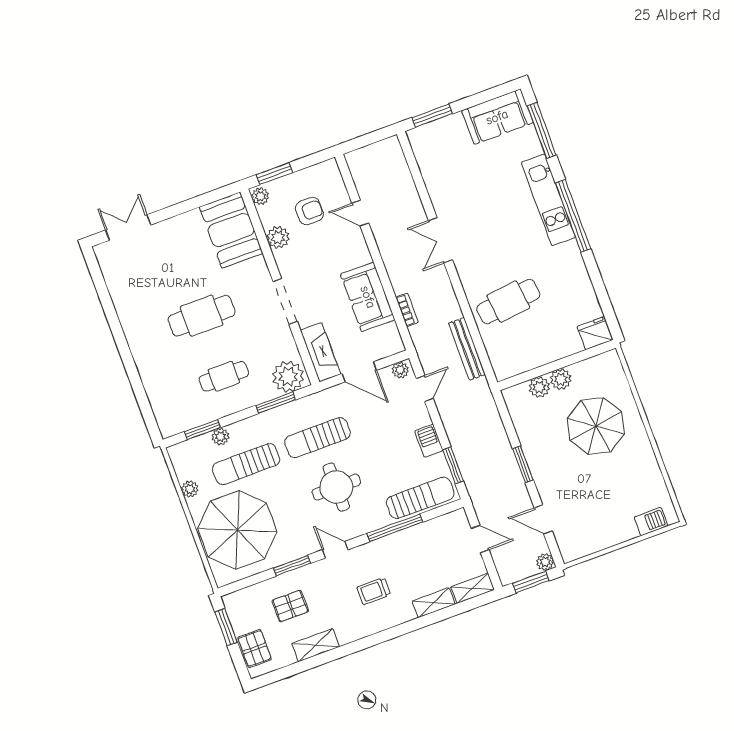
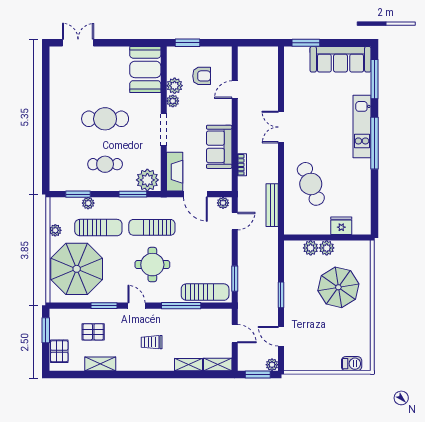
sofa: (497, 117) -> (340, 59), width x1.36
plant: (260, 196) -> (173, 101), moved
door: (360, 213) -> (235, 90), hinge flipped
cafe table: (508, 302) -> (311, 184), turned 75
fridge: (595, 333) -> (341, 226), moved
barbecue: (429, 441) -> (225, 256), removed
sun lounger: (246, 464) -> (98, 228), turned 180

